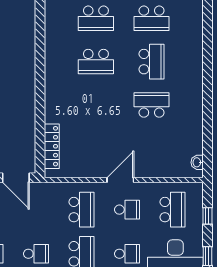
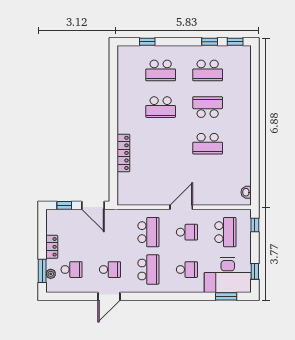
school desk: (152, 62) -> (208, 107), turned -90
school desk: (152, 105) -> (208, 144), turned 180
locker: (52, 146) -> (123, 153), moved
window: (207, 216) -> (255, 225), moved

